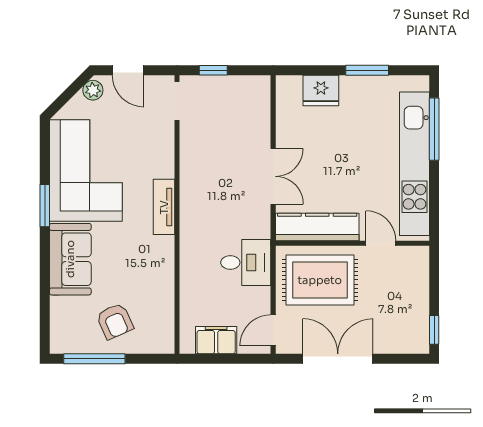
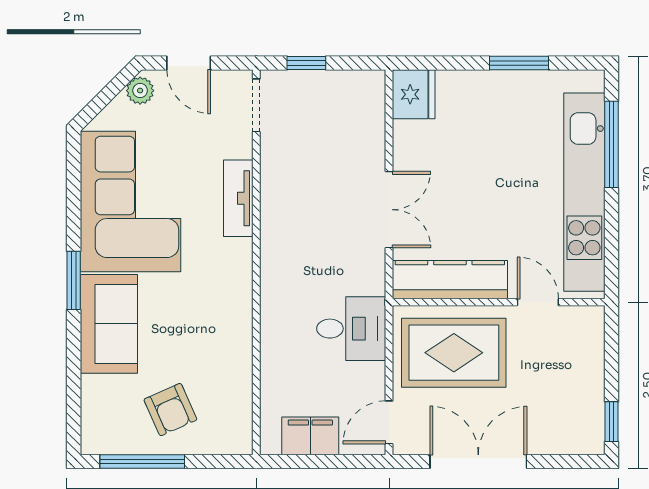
fridge: (321, 90) -> (414, 94), moved, turned -90
window: (45, 206) -> (74, 280), moved
tv unit: (164, 207) -> (238, 198), moved

